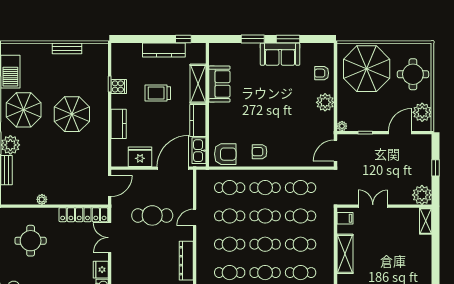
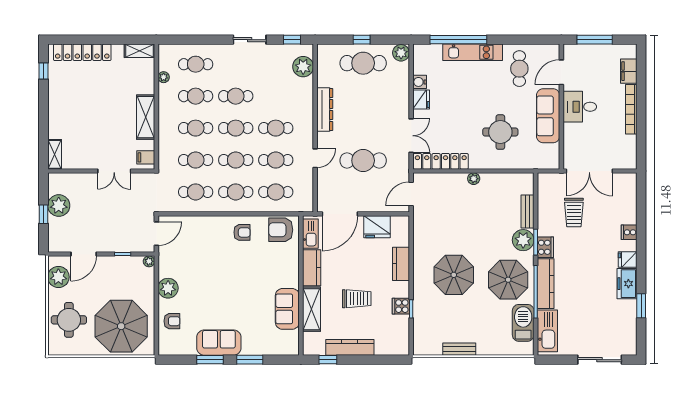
plant: (422, 195) -> (59, 206), moved
plant: (42, 199) -> (474, 179), moved
cafe table: (230, 273) -> (276, 96), removed

